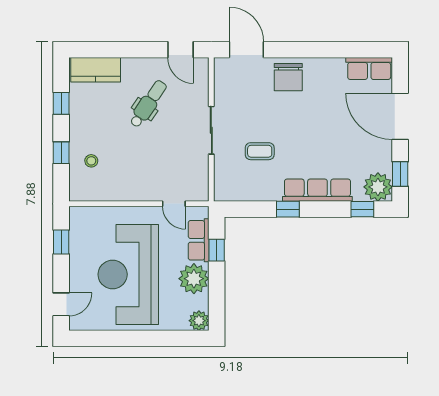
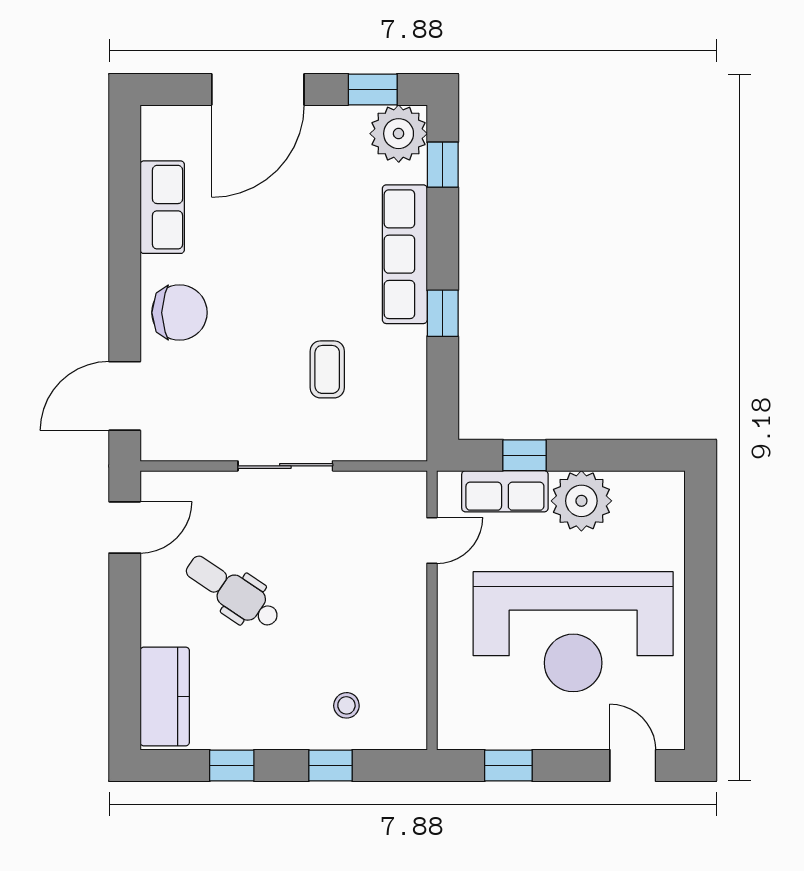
row of seats: (369, 68) -> (162, 207), moved
plant: (199, 321) -> (665, 491), removed

